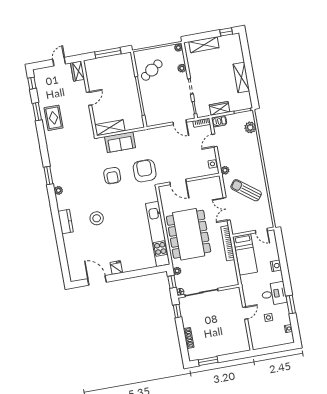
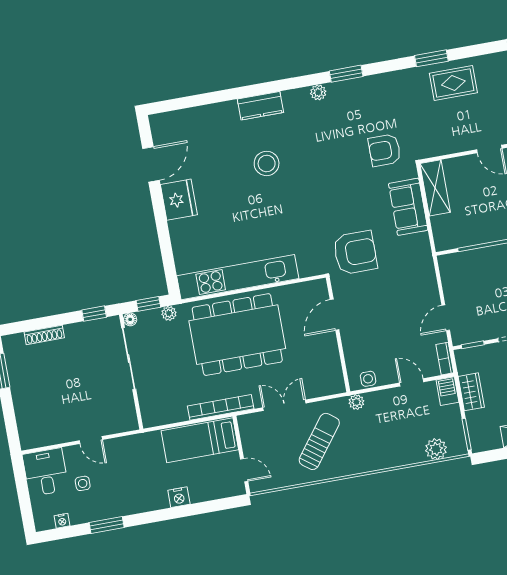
window: (37, 112) -> (431, 58), moved
armchair: (112, 176) -> (384, 150), moved
door: (261, 231) -> (244, 470), swing flipped
fridge: (116, 268) -> (179, 200), width x1.88, depth x1.34
desk: (274, 294) -> (46, 472), moved, turned 180

